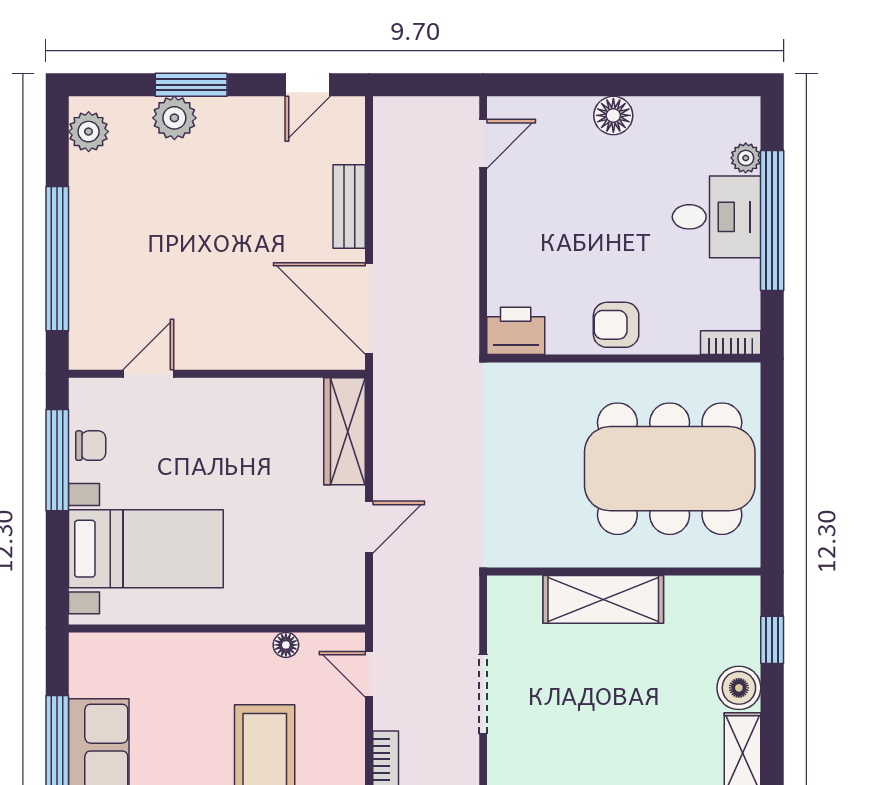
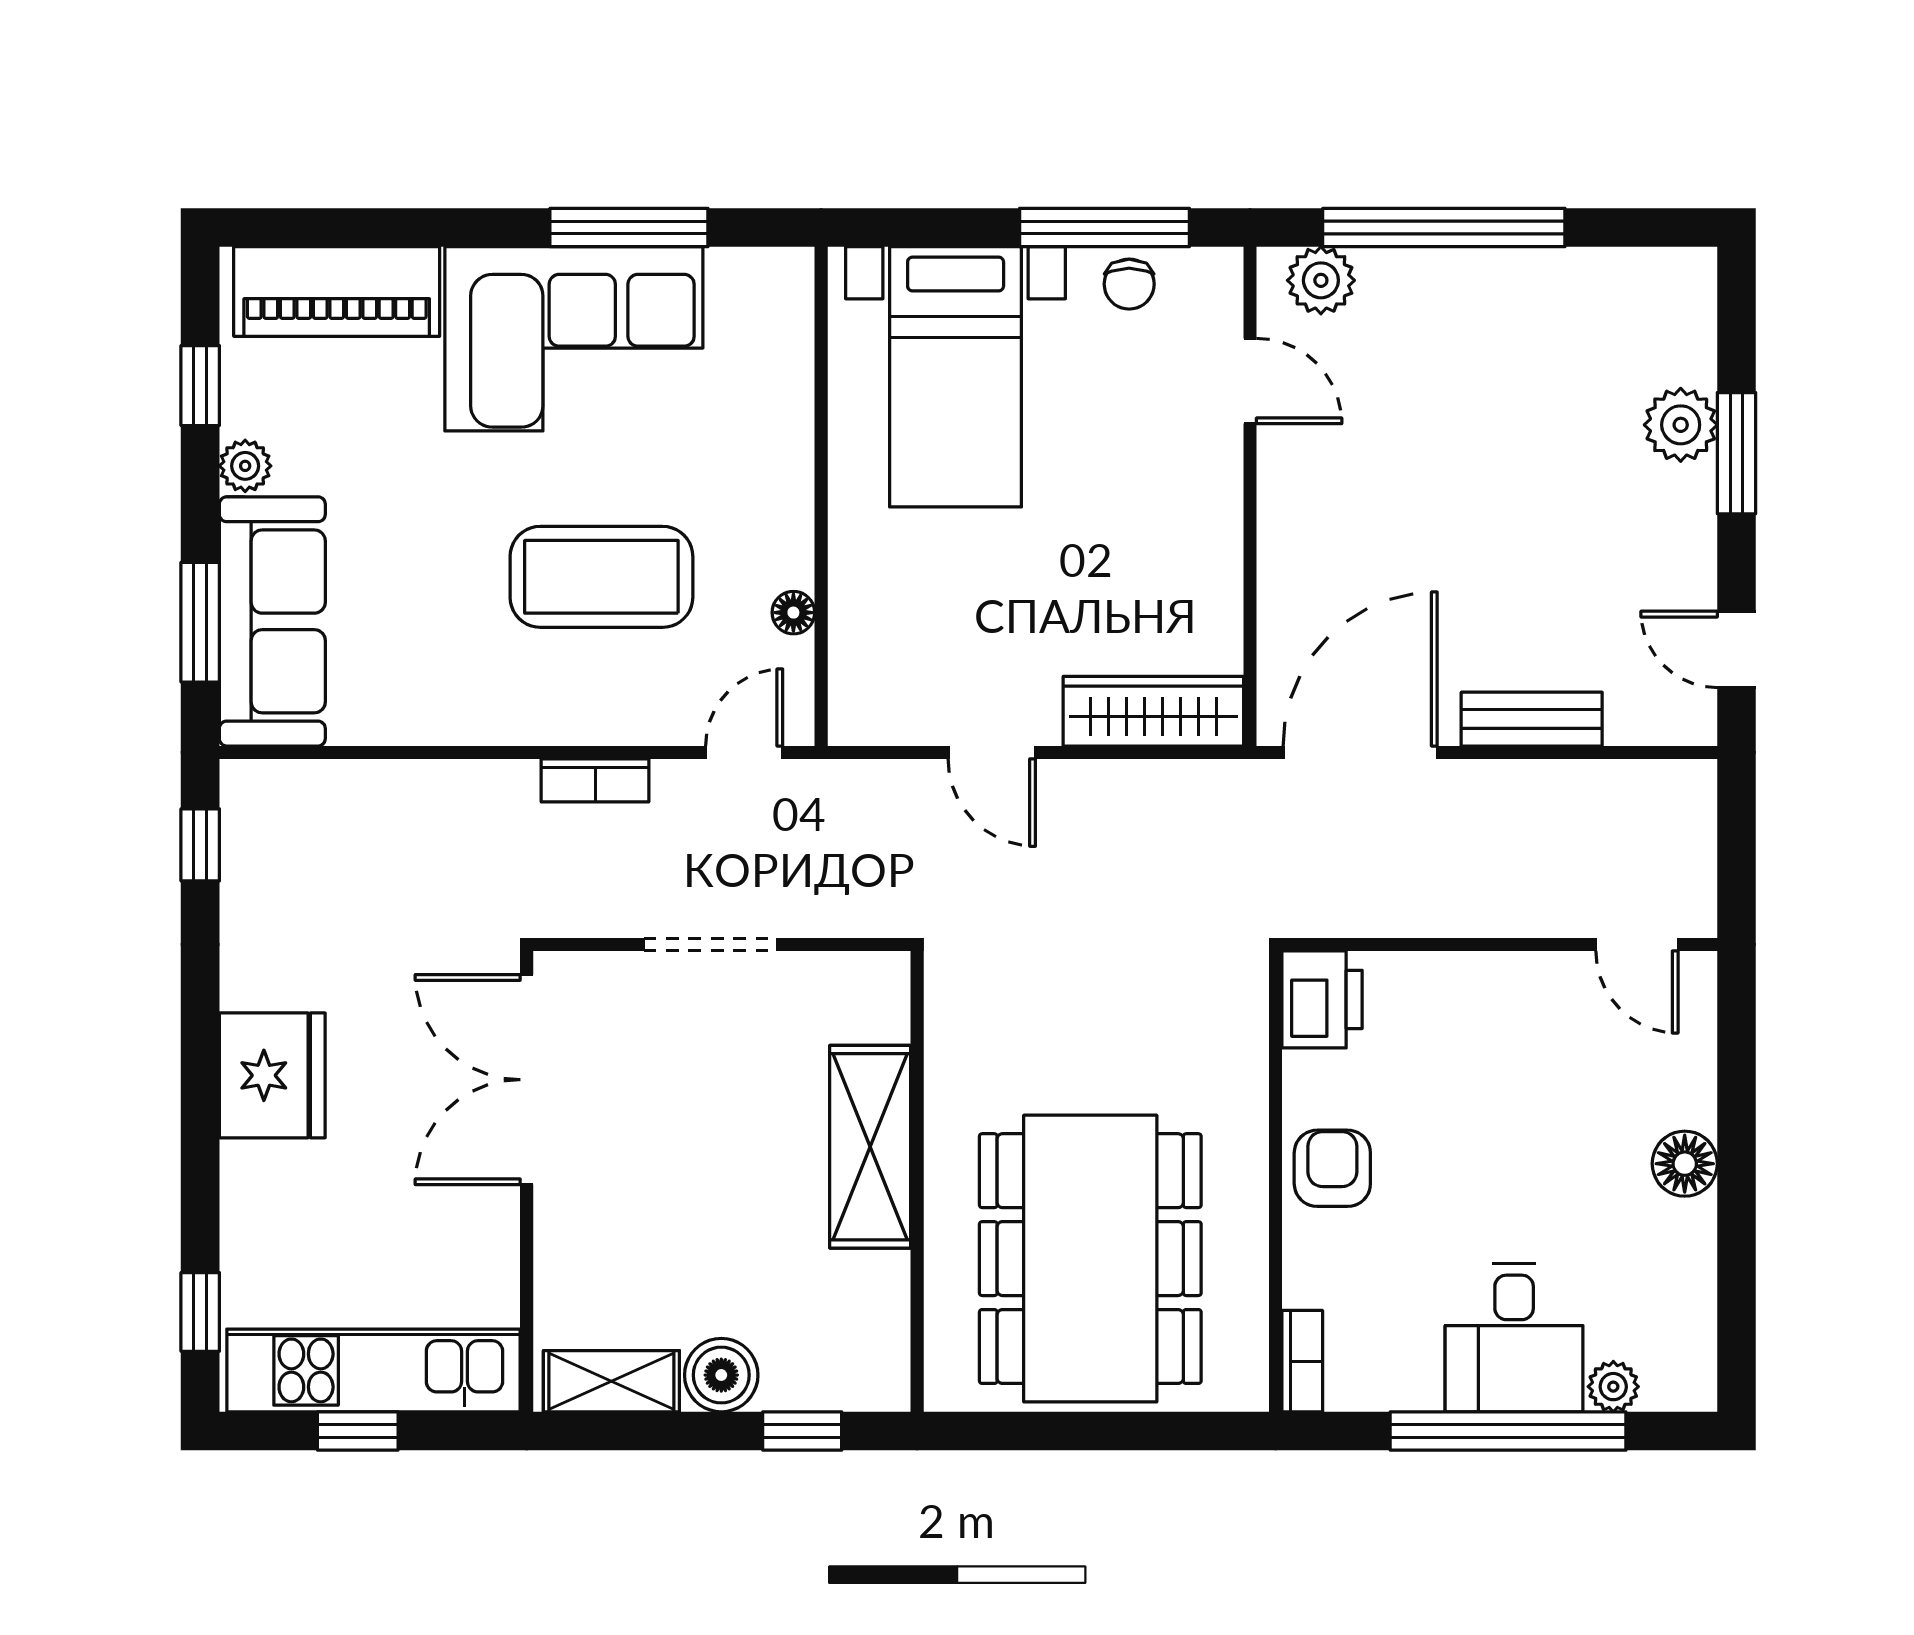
plant: (89, 132) -> (1321, 280), moved

